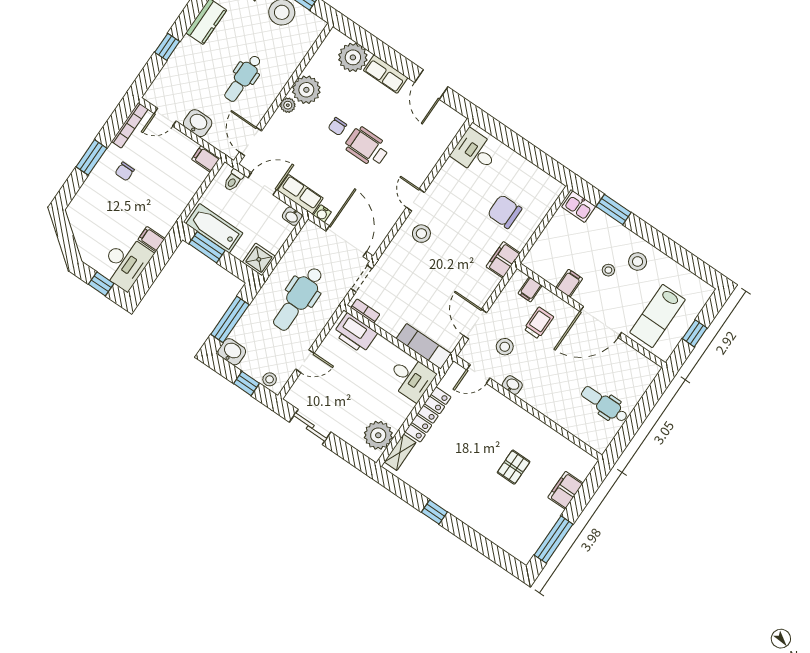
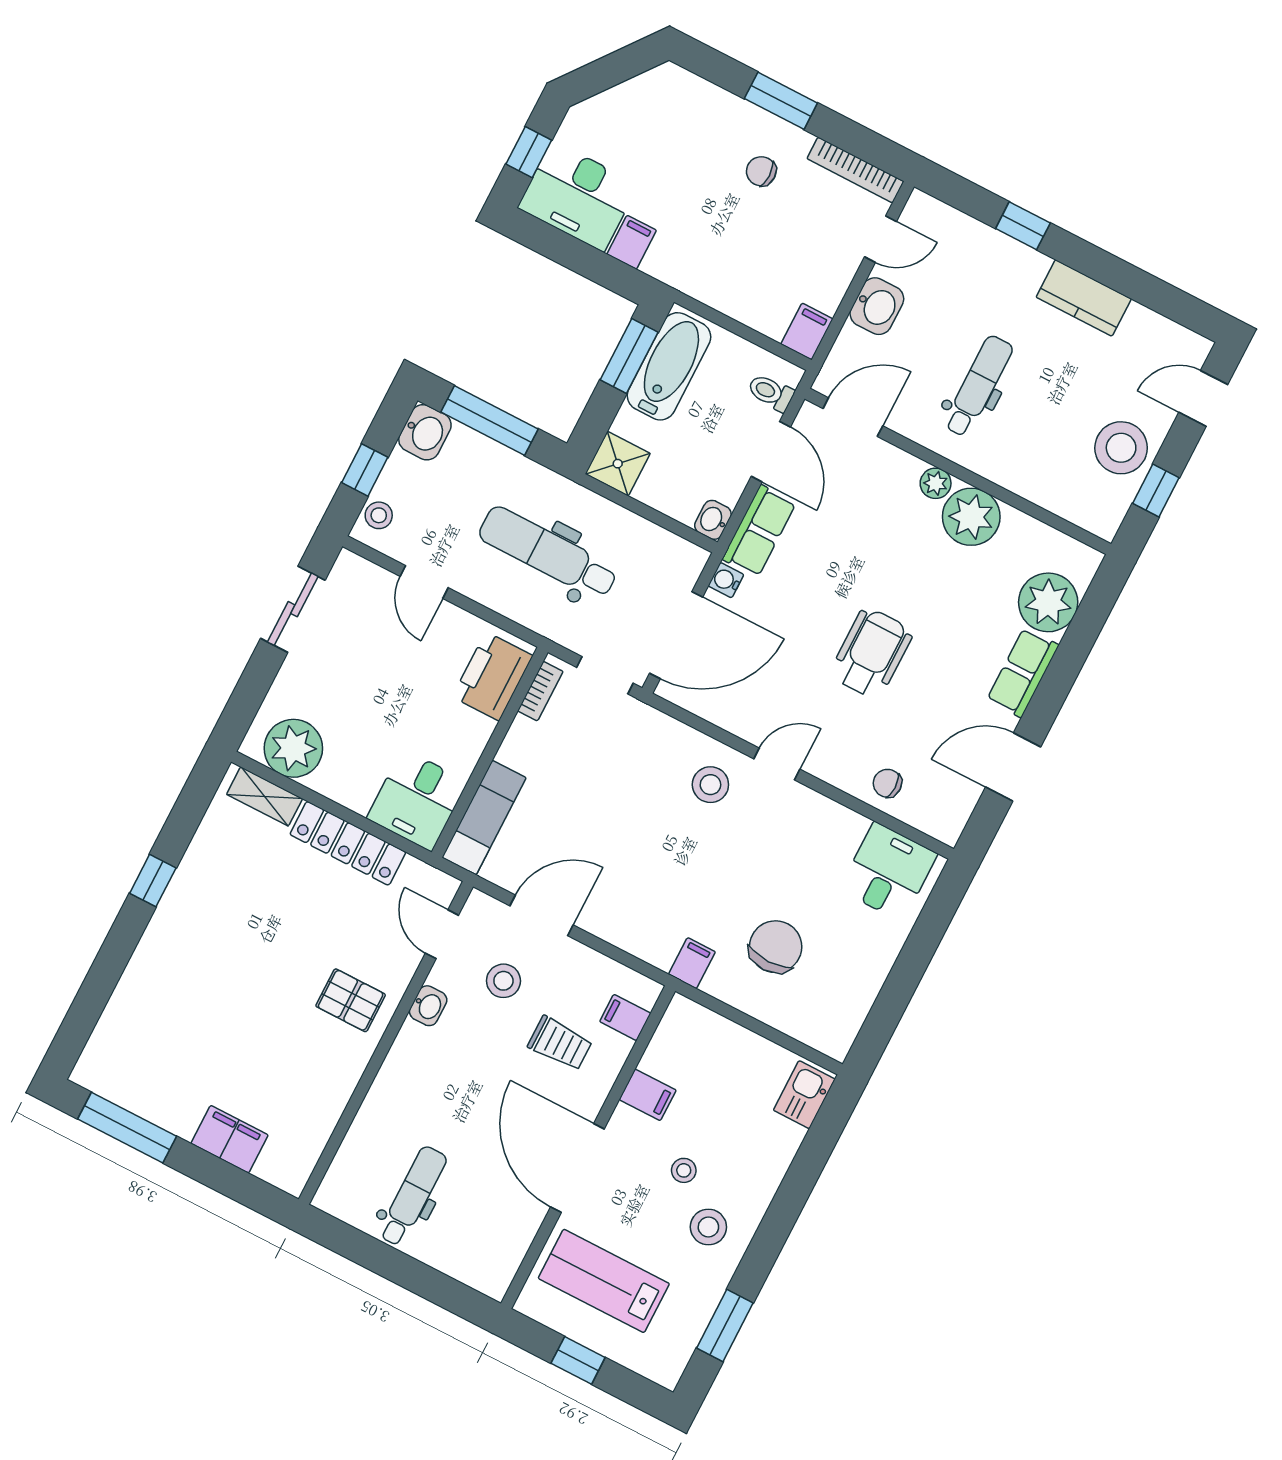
dental chair: (243, 78) -> (978, 386), turned 90
door: (165, 117) -> (881, 239), swing flipped
chair: (337, 126) -> (887, 783), moved
window: (614, 209) -> (725, 1325), moved
filing cabinet: (503, 260) -> (692, 963), width x0.50
pallet: (514, 467) -> (351, 1000), moved

